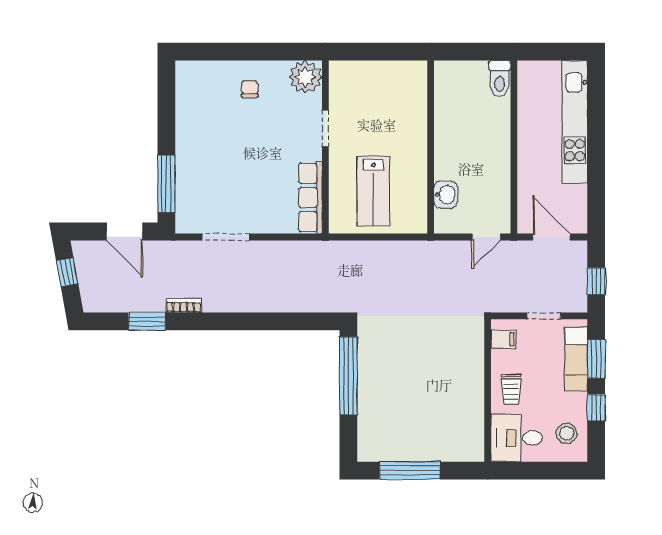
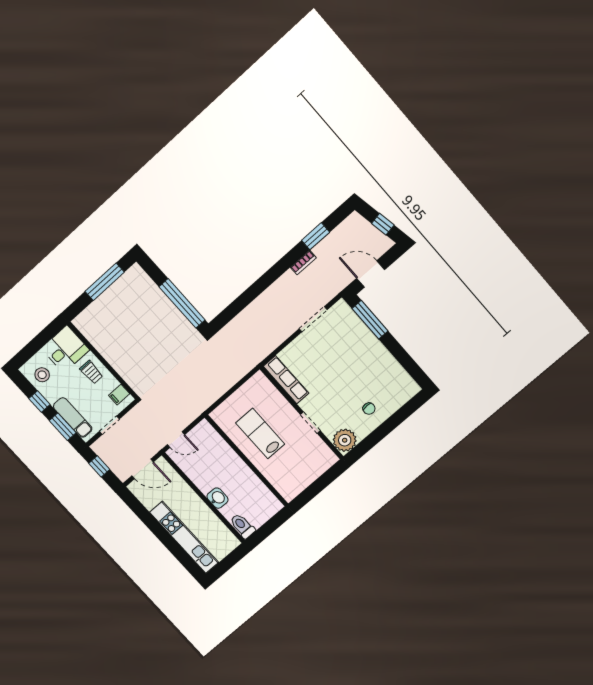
lab bench: (373, 191) -> (260, 433), moved
washbasin: (446, 195) -> (217, 498), moved, turned 180
door: (486, 237) -> (176, 440), swing flipped
trolley: (511, 389) -> (91, 372), turned 180

